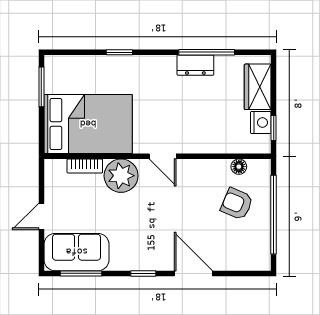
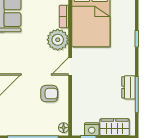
floor lamp: (239, 167) -> (64, 128), moved
armchair: (237, 204) -> (49, 94), moved, turned 67

